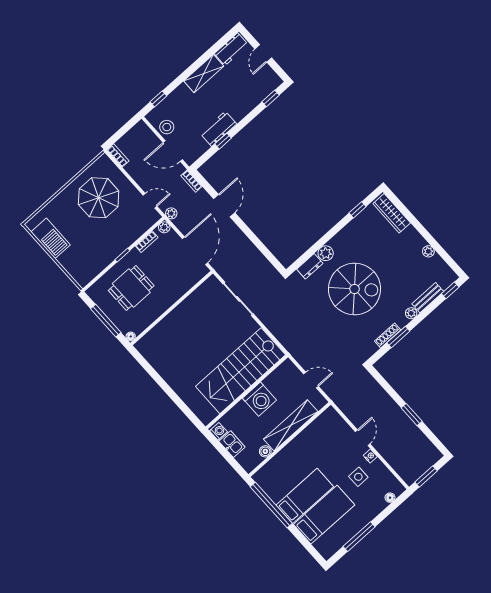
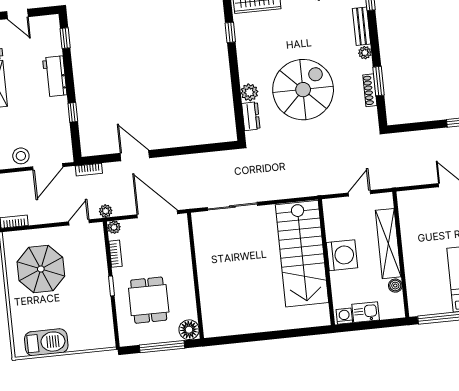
workbench: (218, 129) -> (55, 76), moved
floor lamp: (131, 336) -> (189, 330), width x1.89, depth x1.89

